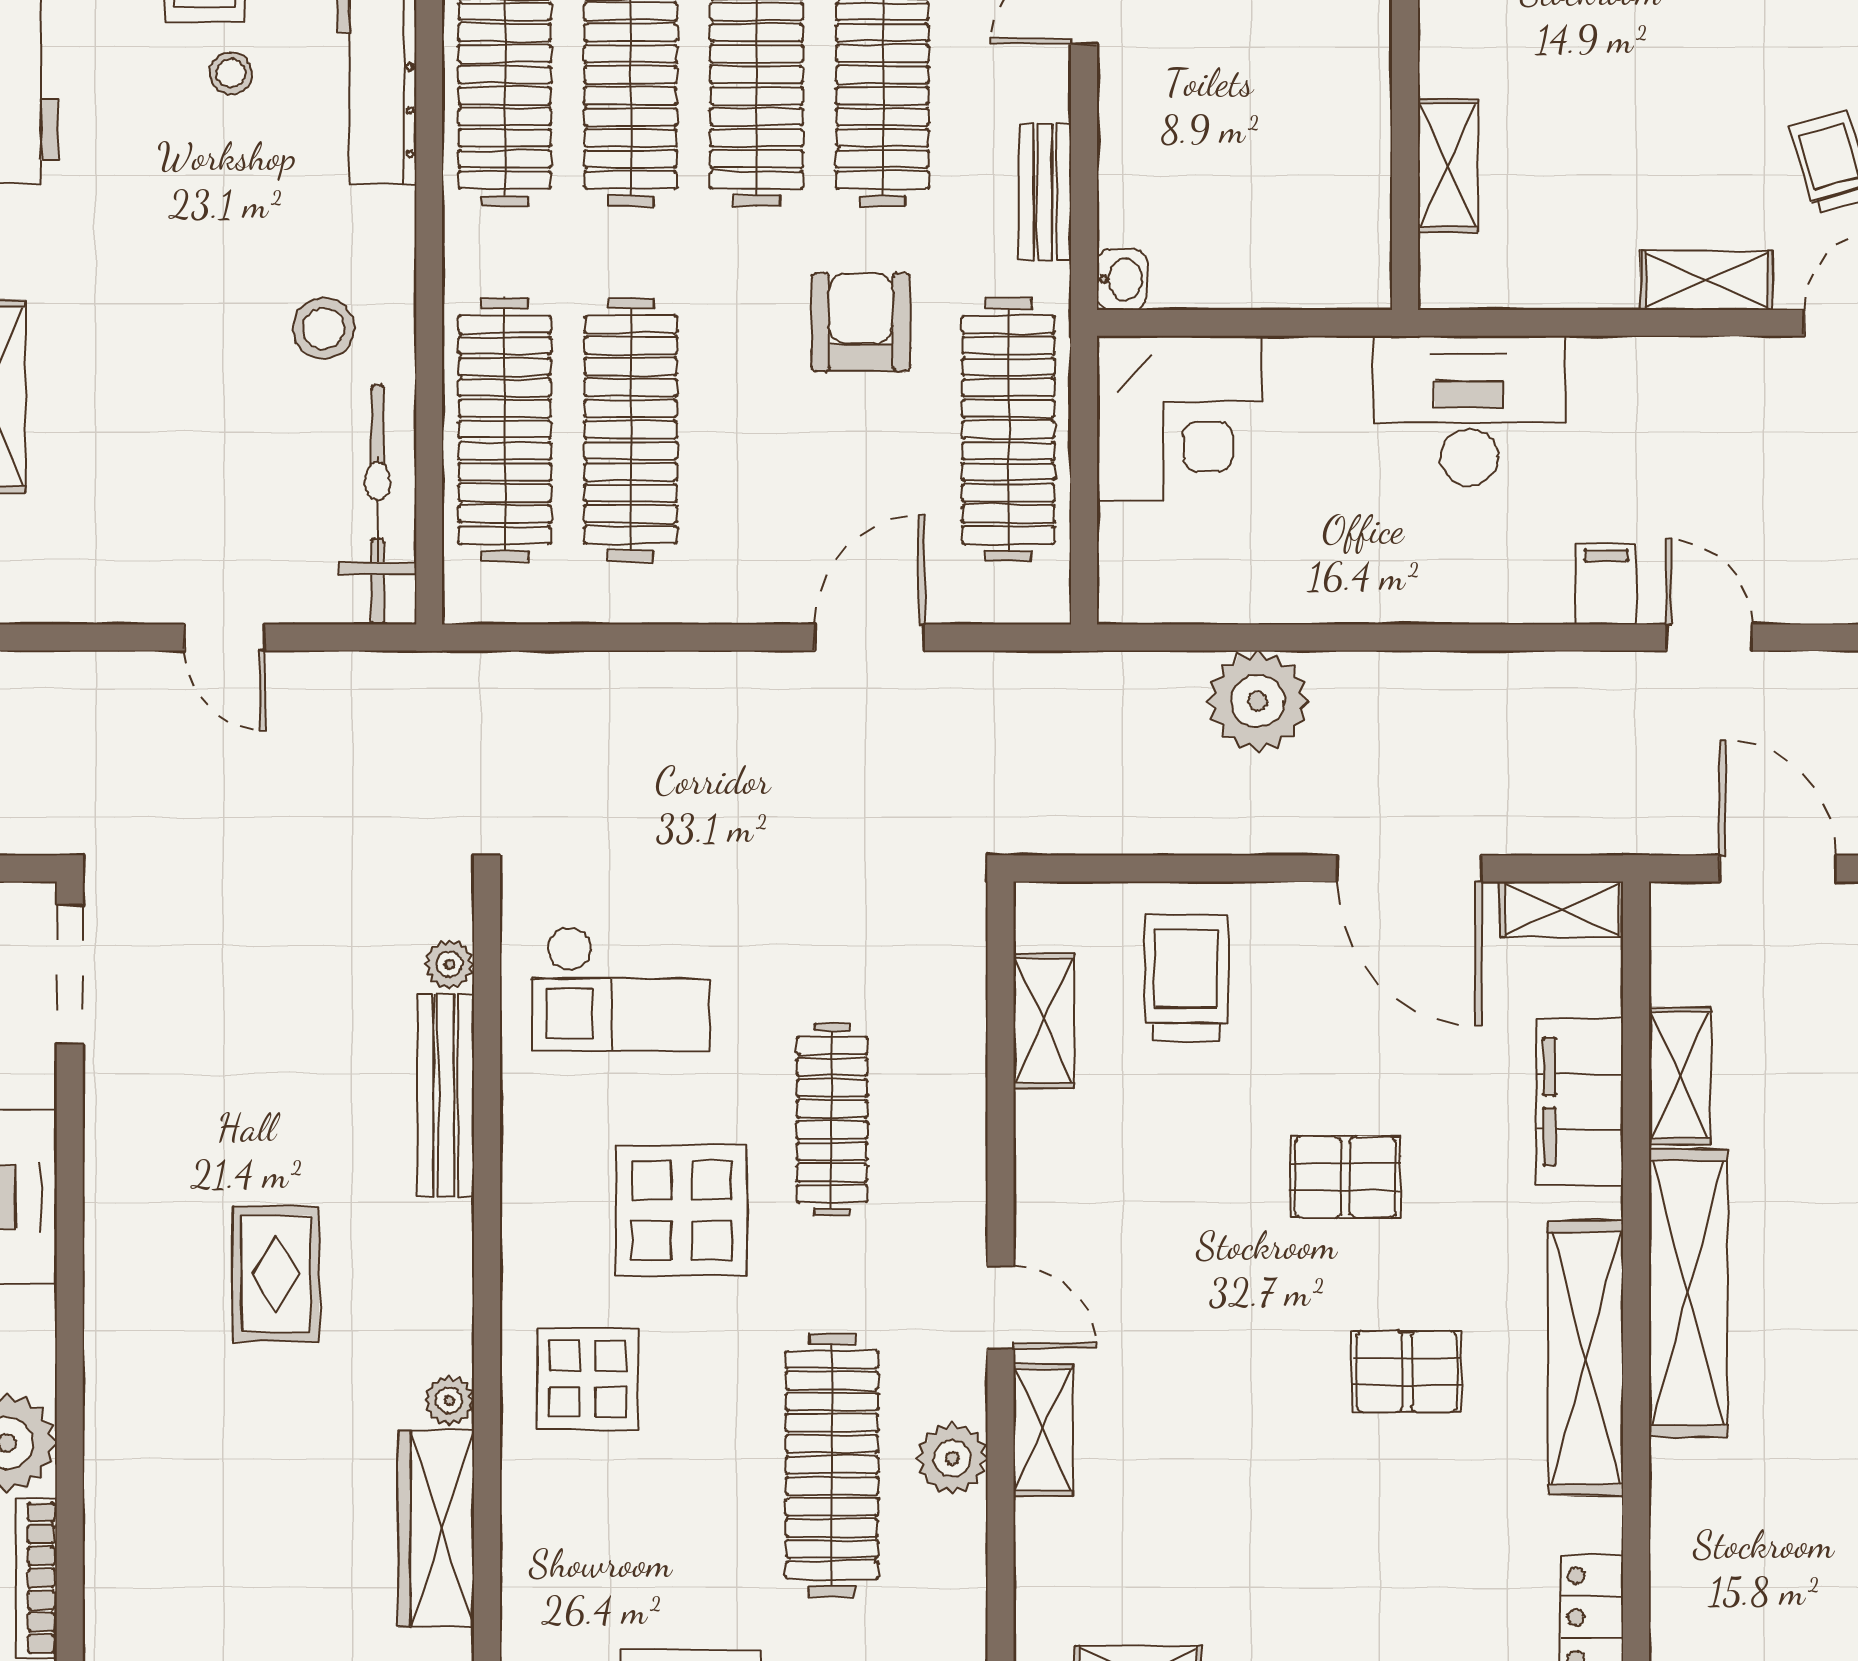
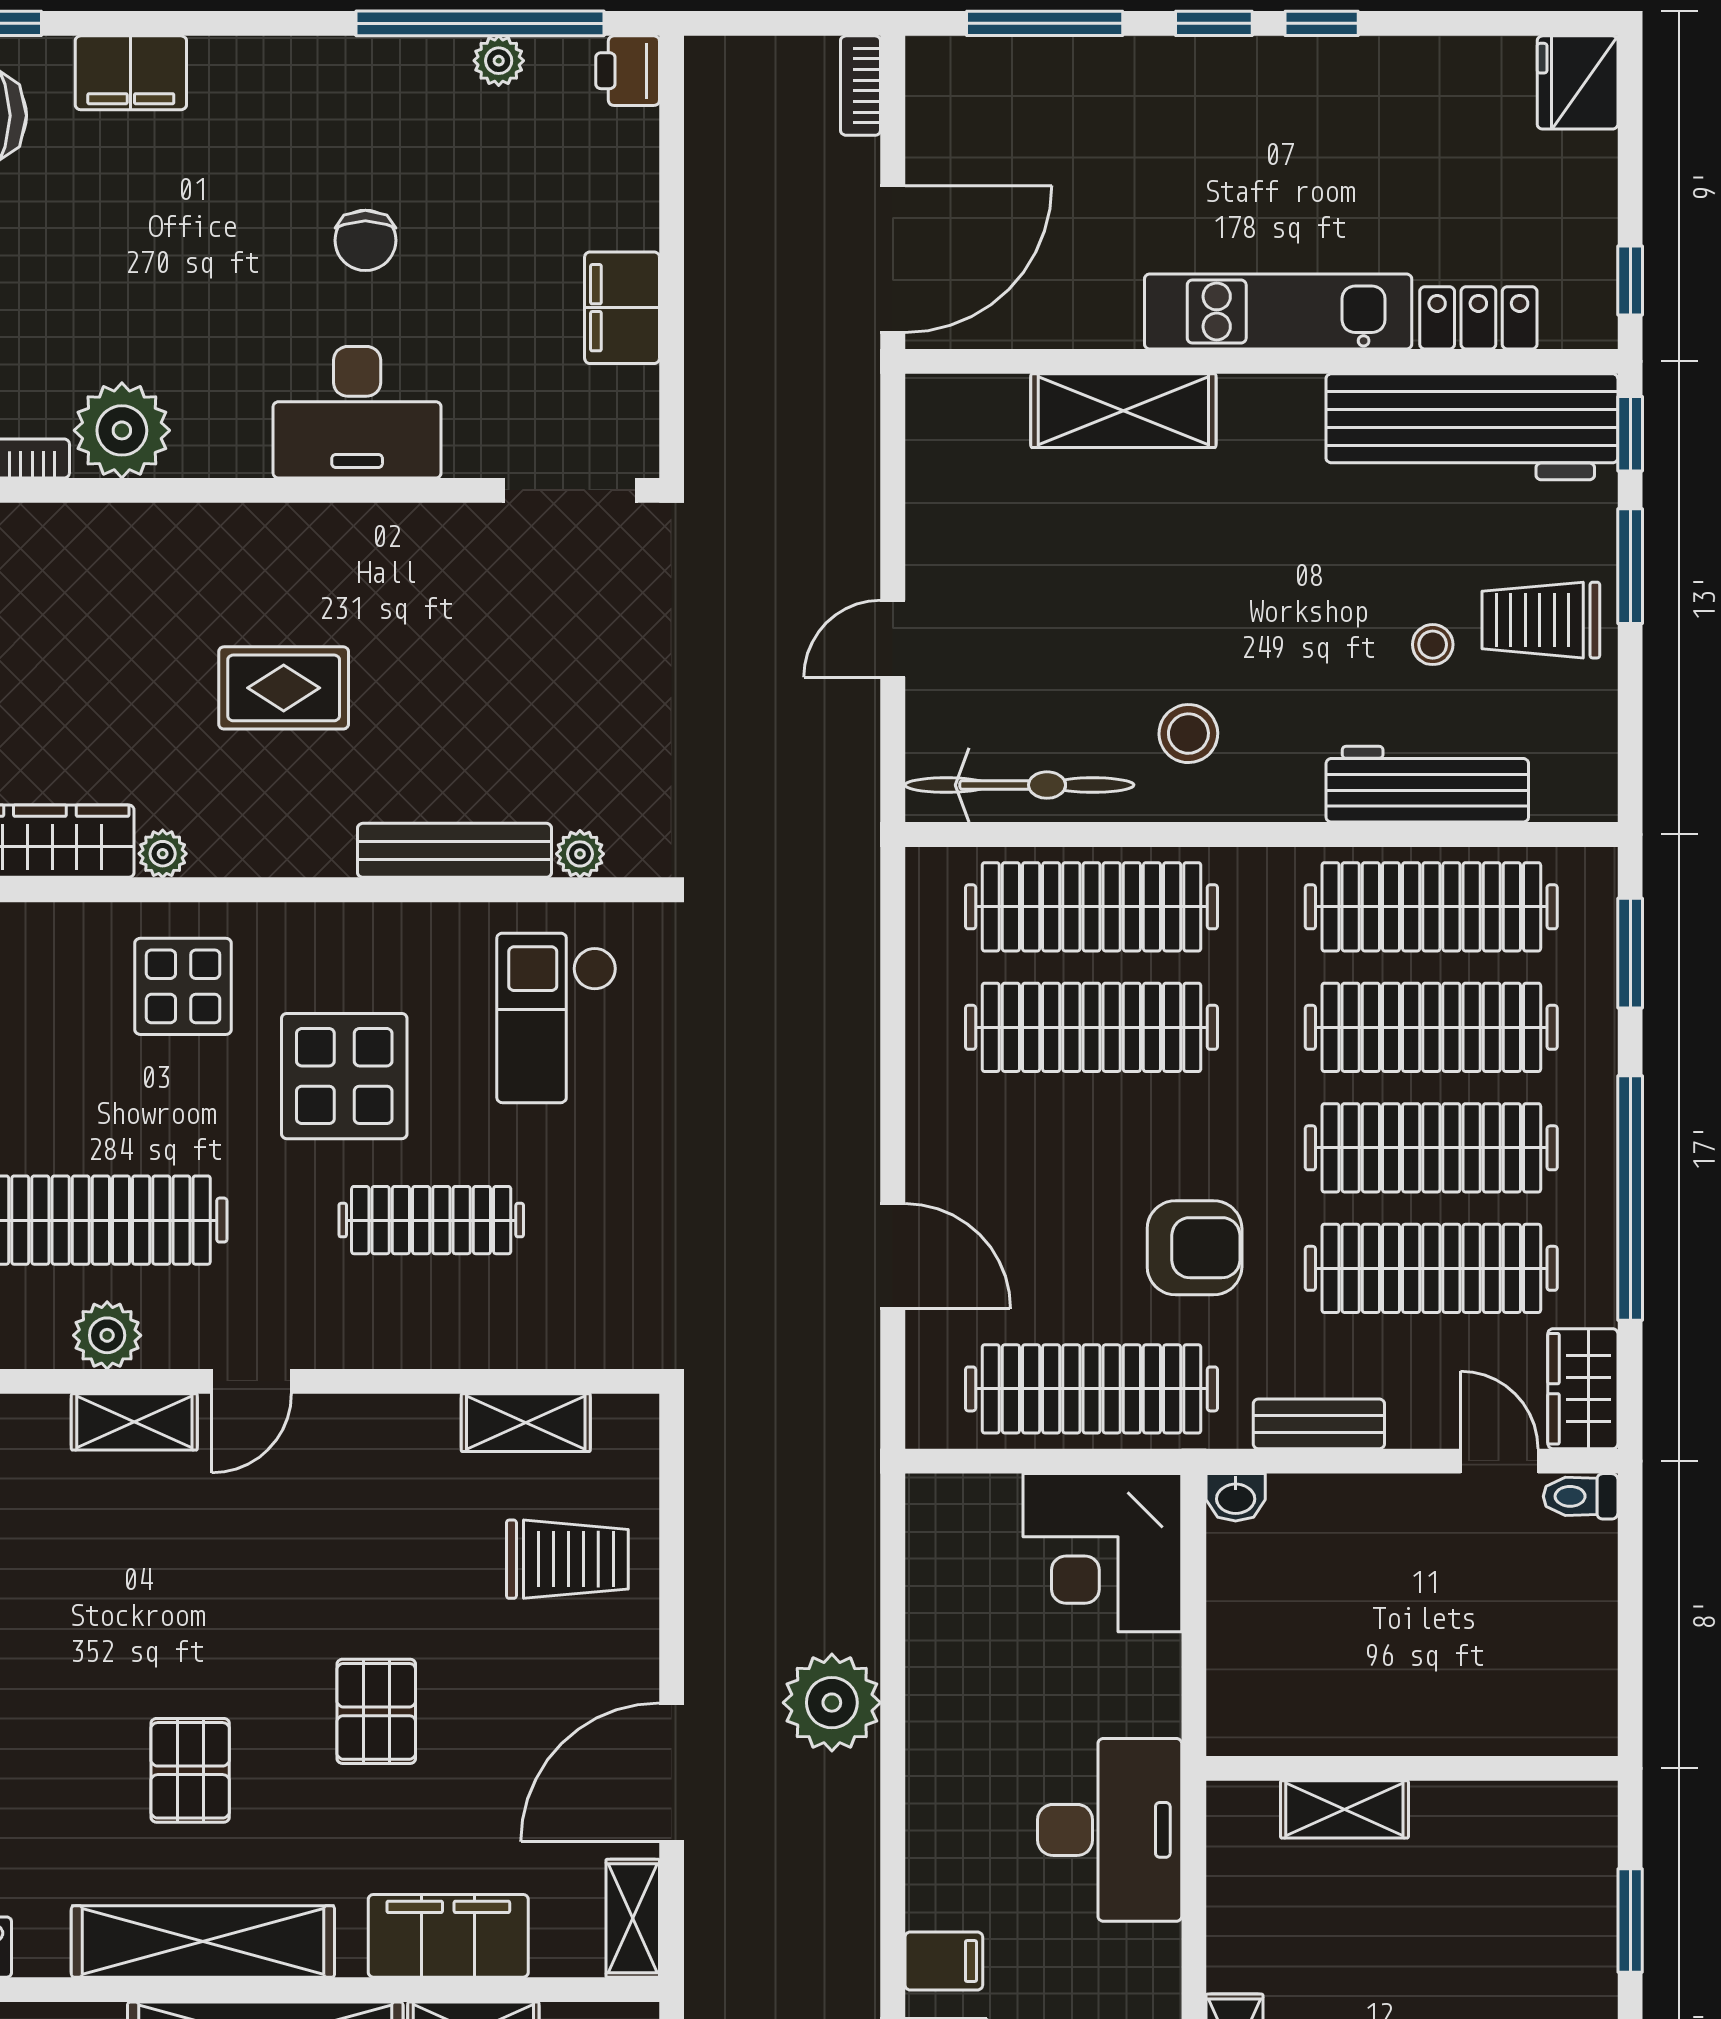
plant: (1258, 701) -> (832, 1703), moved

